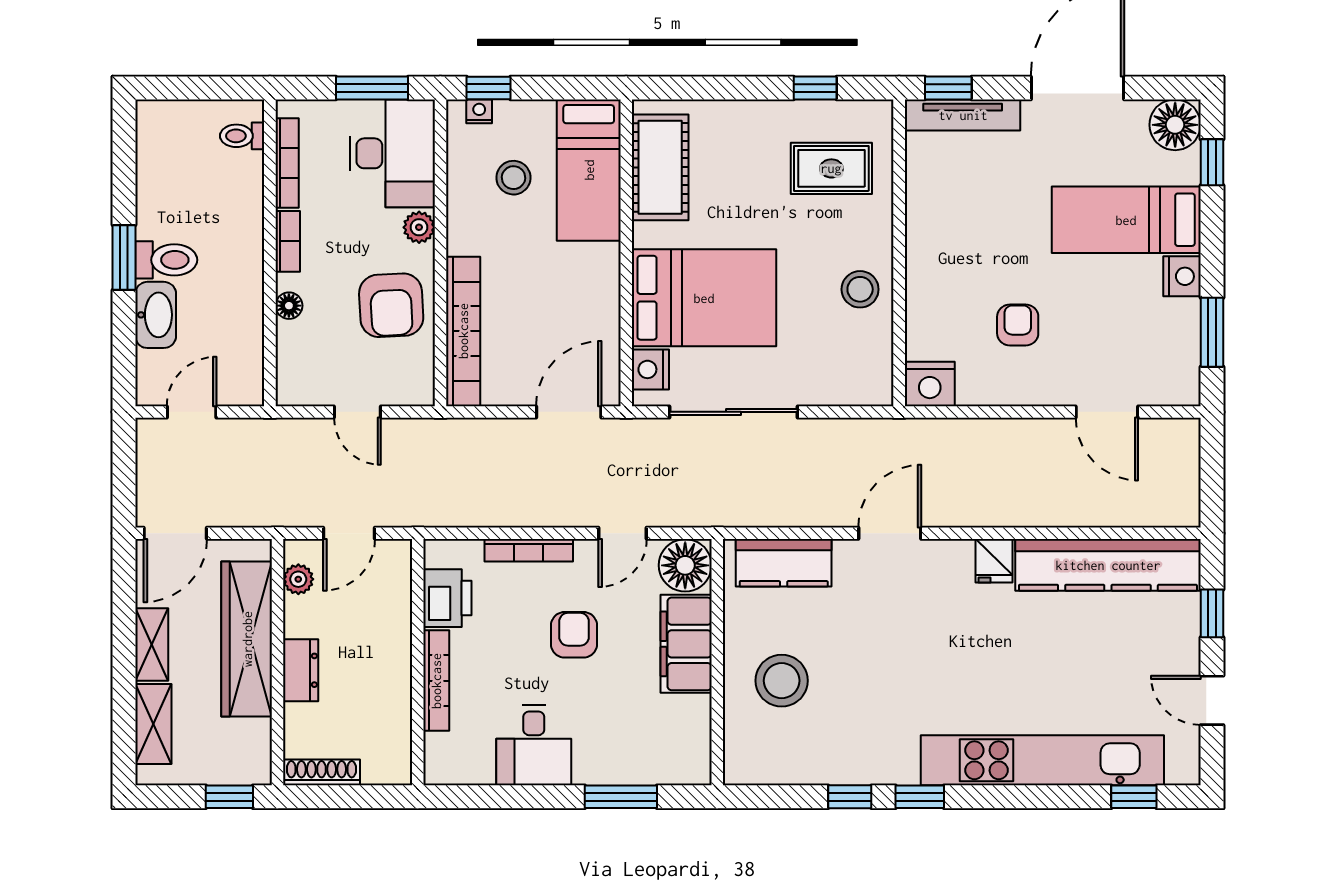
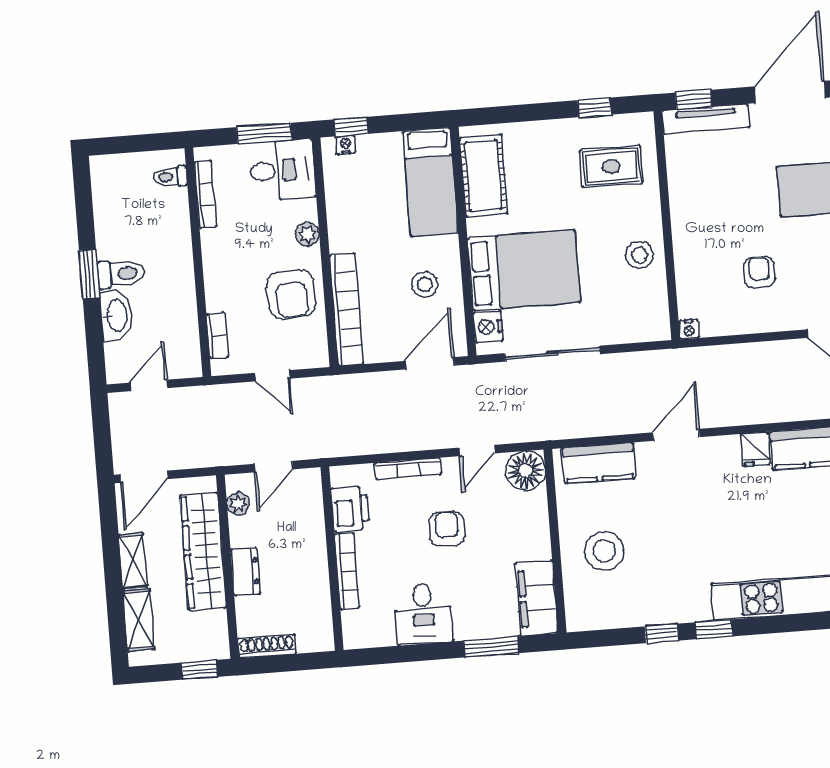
desk: (392, 153) -> (282, 170), width x0.73
stool: (513, 178) -> (425, 284), moved
bookcase: (288, 241) -> (217, 335), moved
floor lamp: (289, 306) -> (215, 300), removed
nightstand: (930, 384) -> (689, 329), width x0.53, depth x0.56
filing cabinet: (686, 644) -> (536, 598), moved

